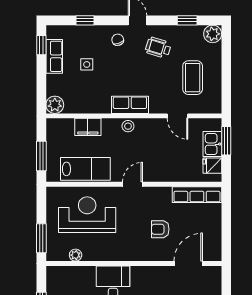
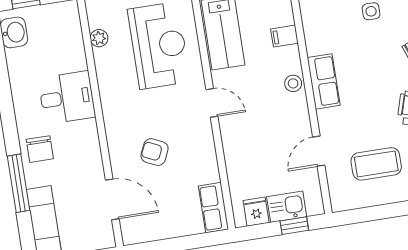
filing cabinet: (88, 127) -> (284, 36), width x0.50
window: (226, 141) -> (294, 226), width x0.67
row of seats: (197, 195) -> (213, 208), width x0.68
armchair: (160, 229) -> (155, 152), turned -65

